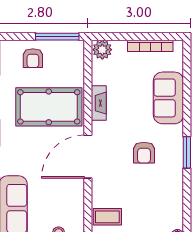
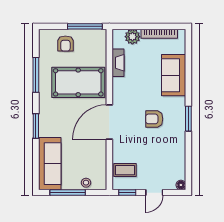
plant: (102, 50) -> (132, 37), moved
fireplace: (99, 103) -> (118, 63), moved
armchair: (144, 153) -> (154, 119), turned 90

